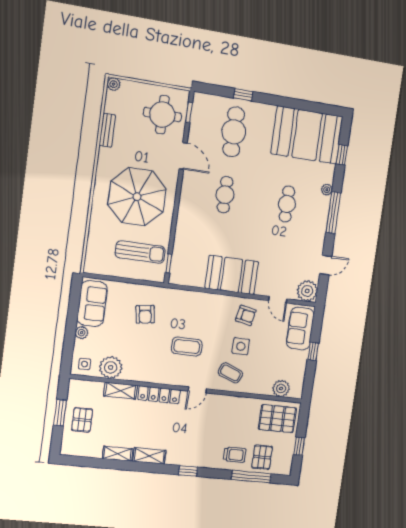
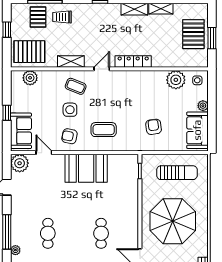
sun lounger: (140, 252) -> (177, 173), moved, turned 180
coffee table: (187, 347) -> (104, 130), moved
shelving: (120, 391) -> (71, 61), moved
pallet: (82, 420) -> (193, 34), width x1.50, depth x1.42

